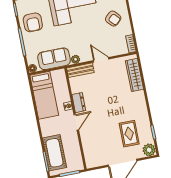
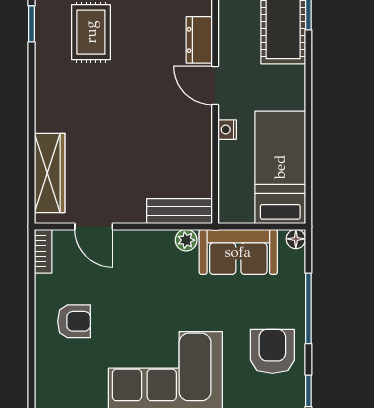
armchair: (113, 19) -> (74, 321), turned 132
door: (101, 60) -> (94, 226), moved
dresser: (79, 103) -> (199, 40), moved
door: (76, 122) -> (215, 86), hinge flipped

